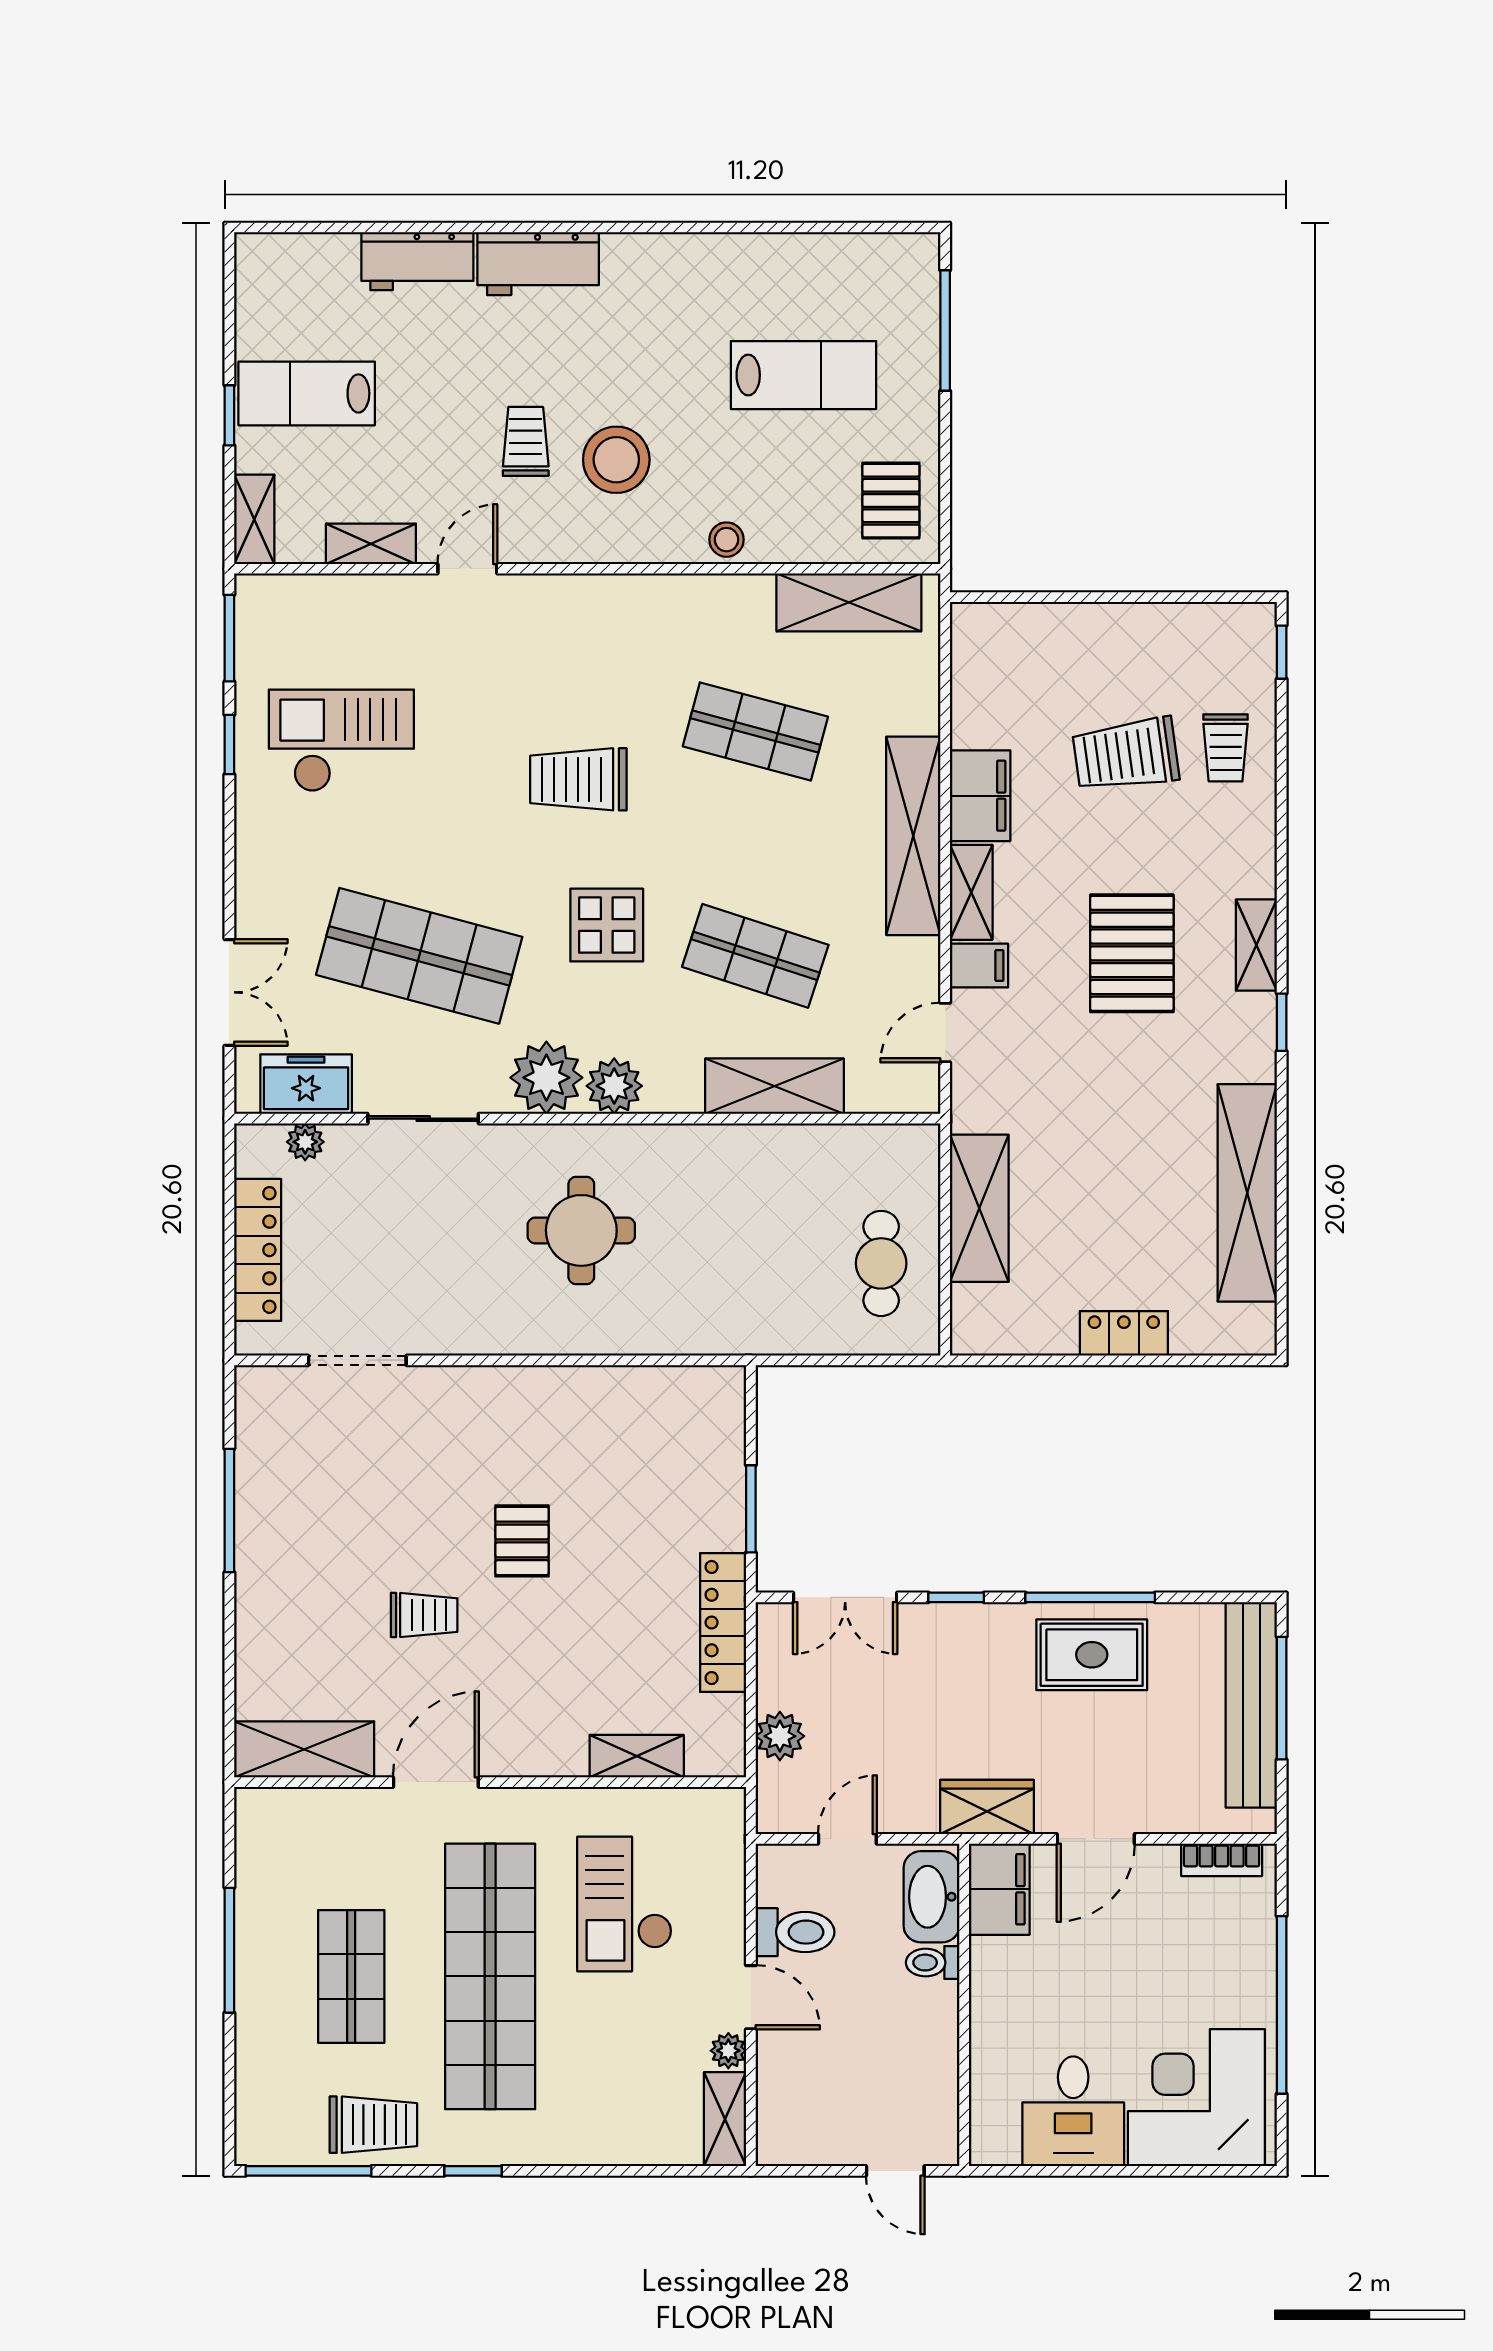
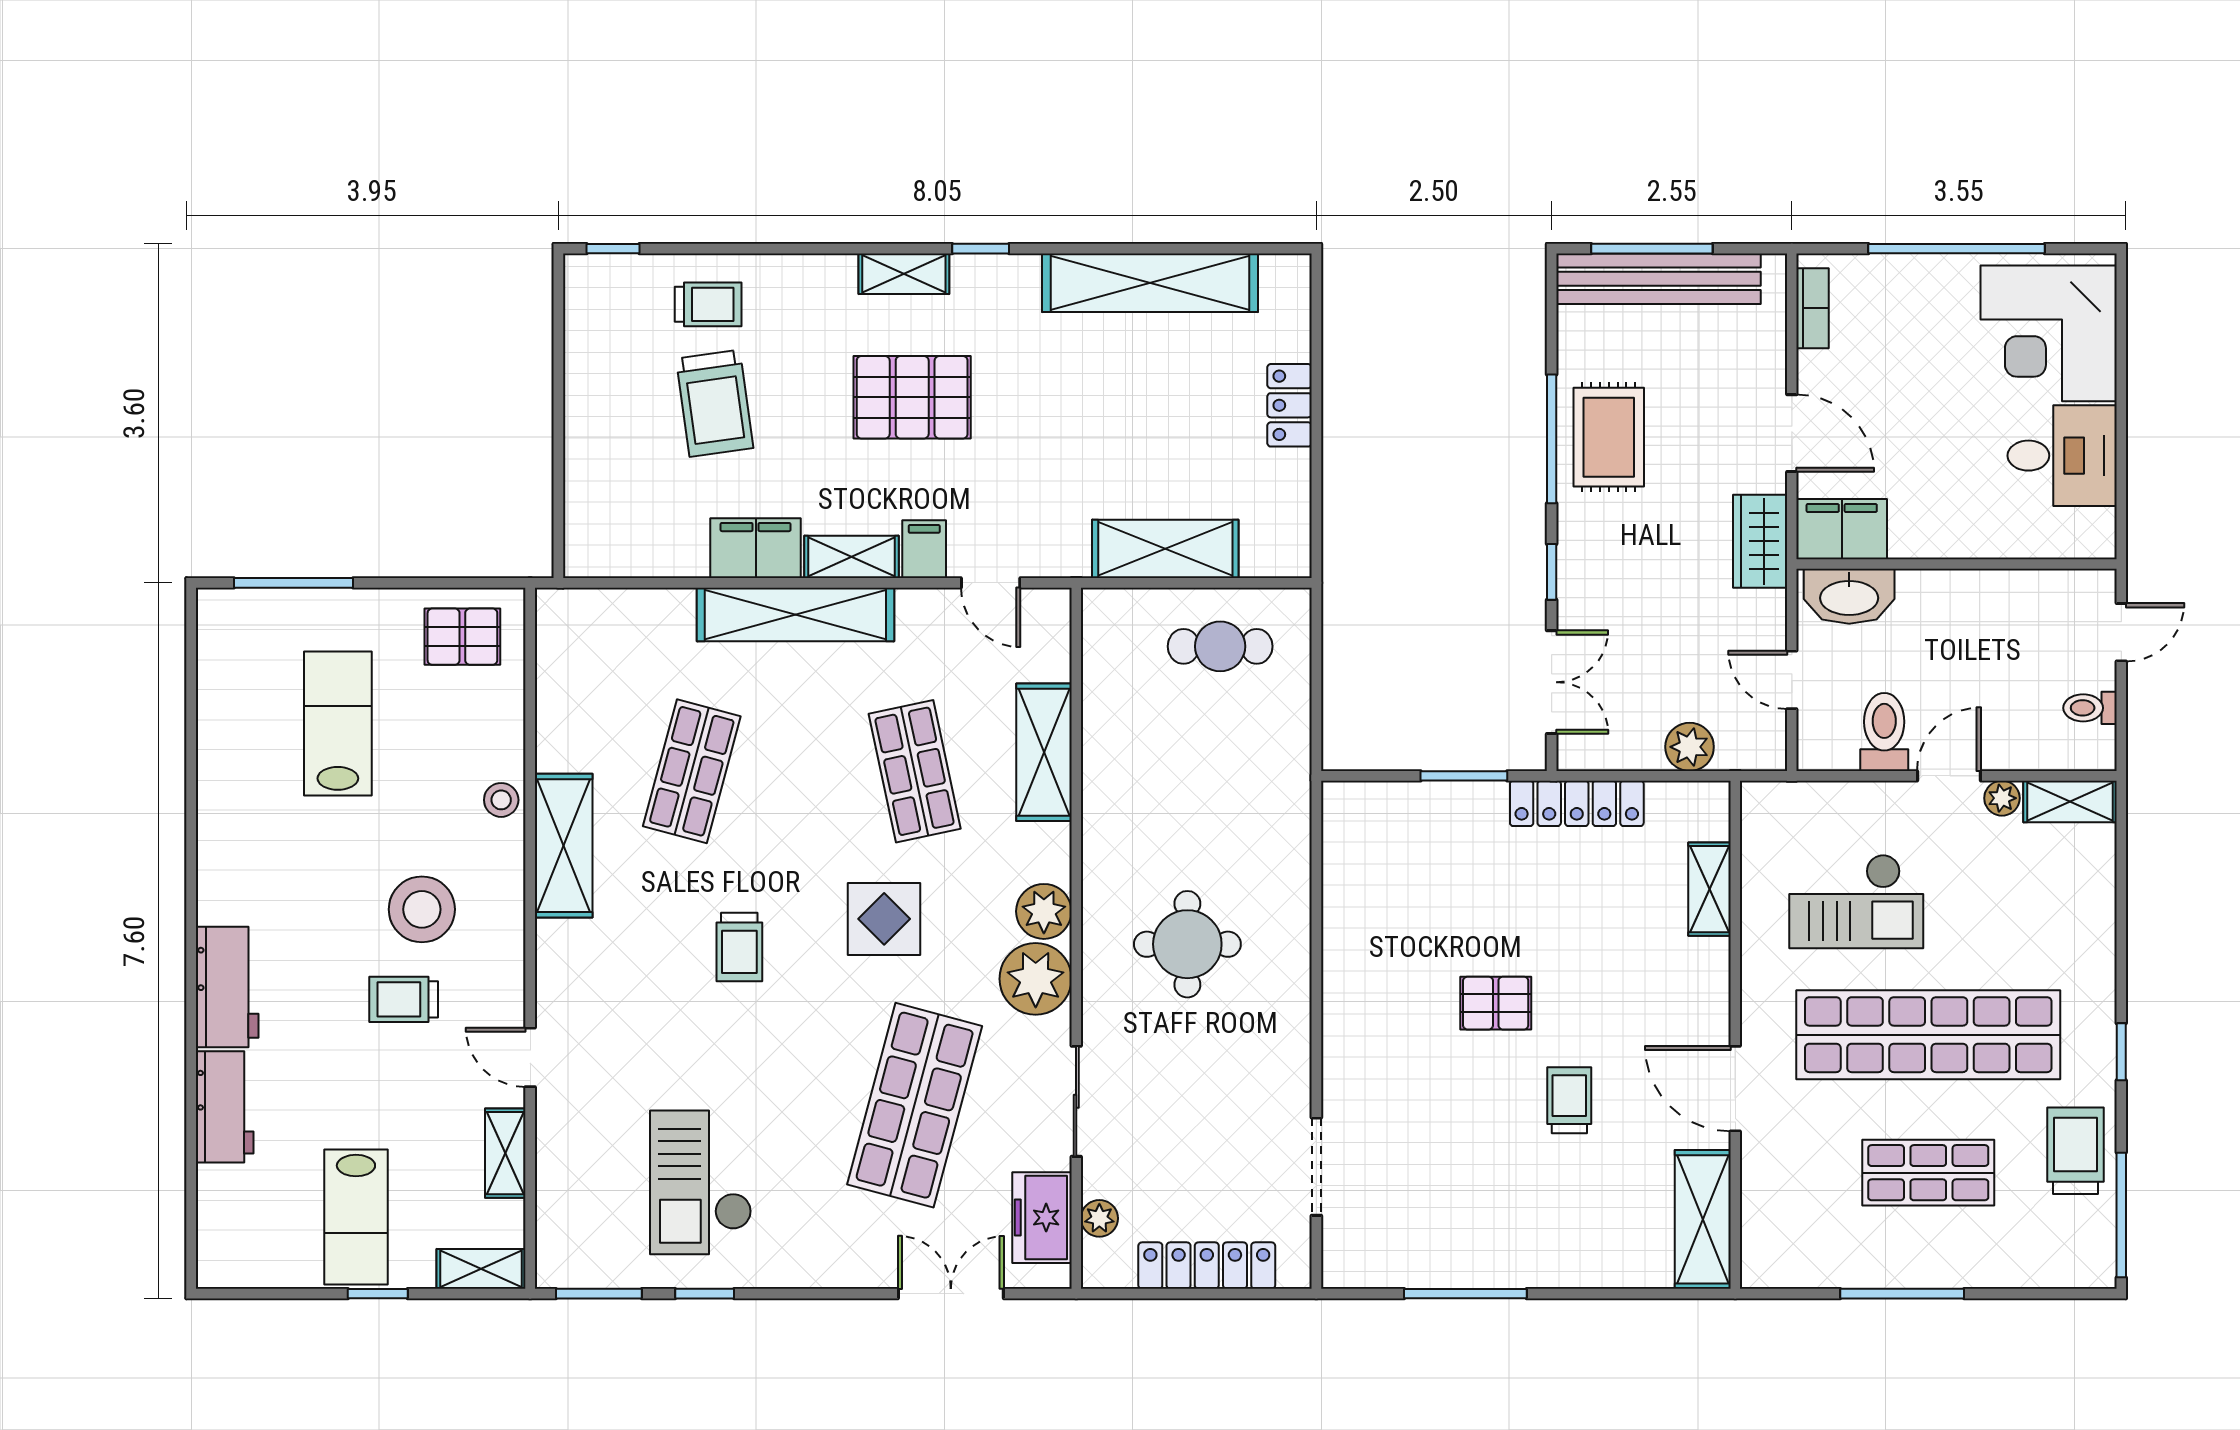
shelving: (849, 602) -> (564, 846), moved
trolley: (578, 779) -> (739, 947), width x0.73, depth x0.72
shop shelf: (755, 956) -> (915, 771), turned -30
toilet: (933, 1963) -> (2090, 708), moved, turned 90

